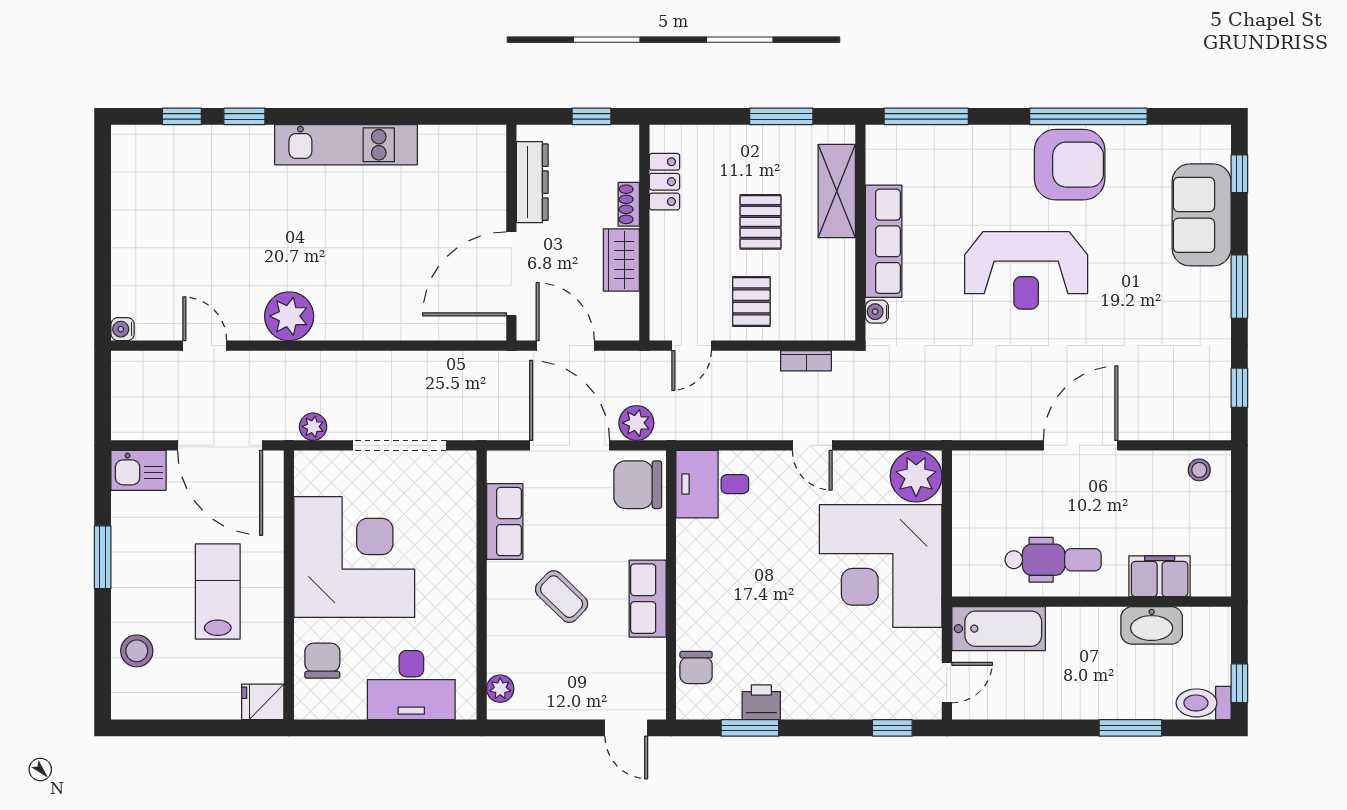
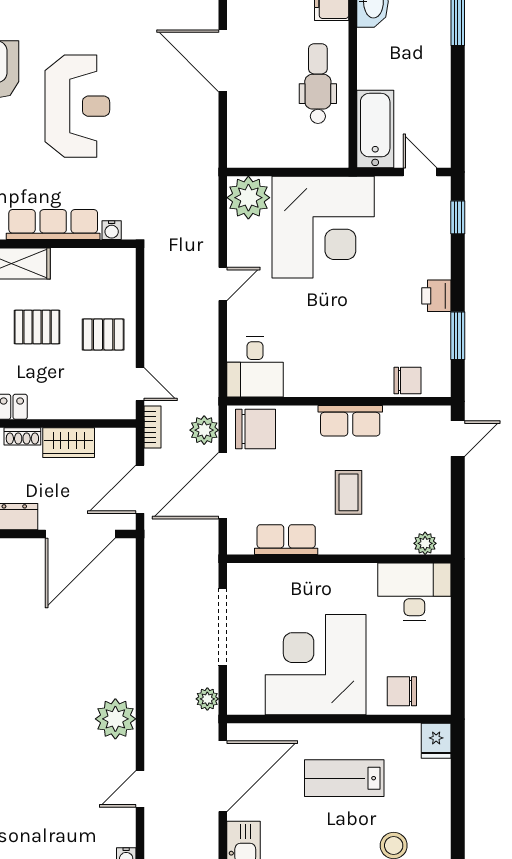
door: (511, 274) -> (80, 534), hinge flipped
bookcase: (806, 361) -> (152, 427), moved
chair: (638, 485) -> (255, 429), turned -90
coffee table: (562, 597) -> (349, 492), turned -44
desk: (411, 685) -> (414, 592), moved, turned -90
printer: (761, 702) -> (436, 296), moved

